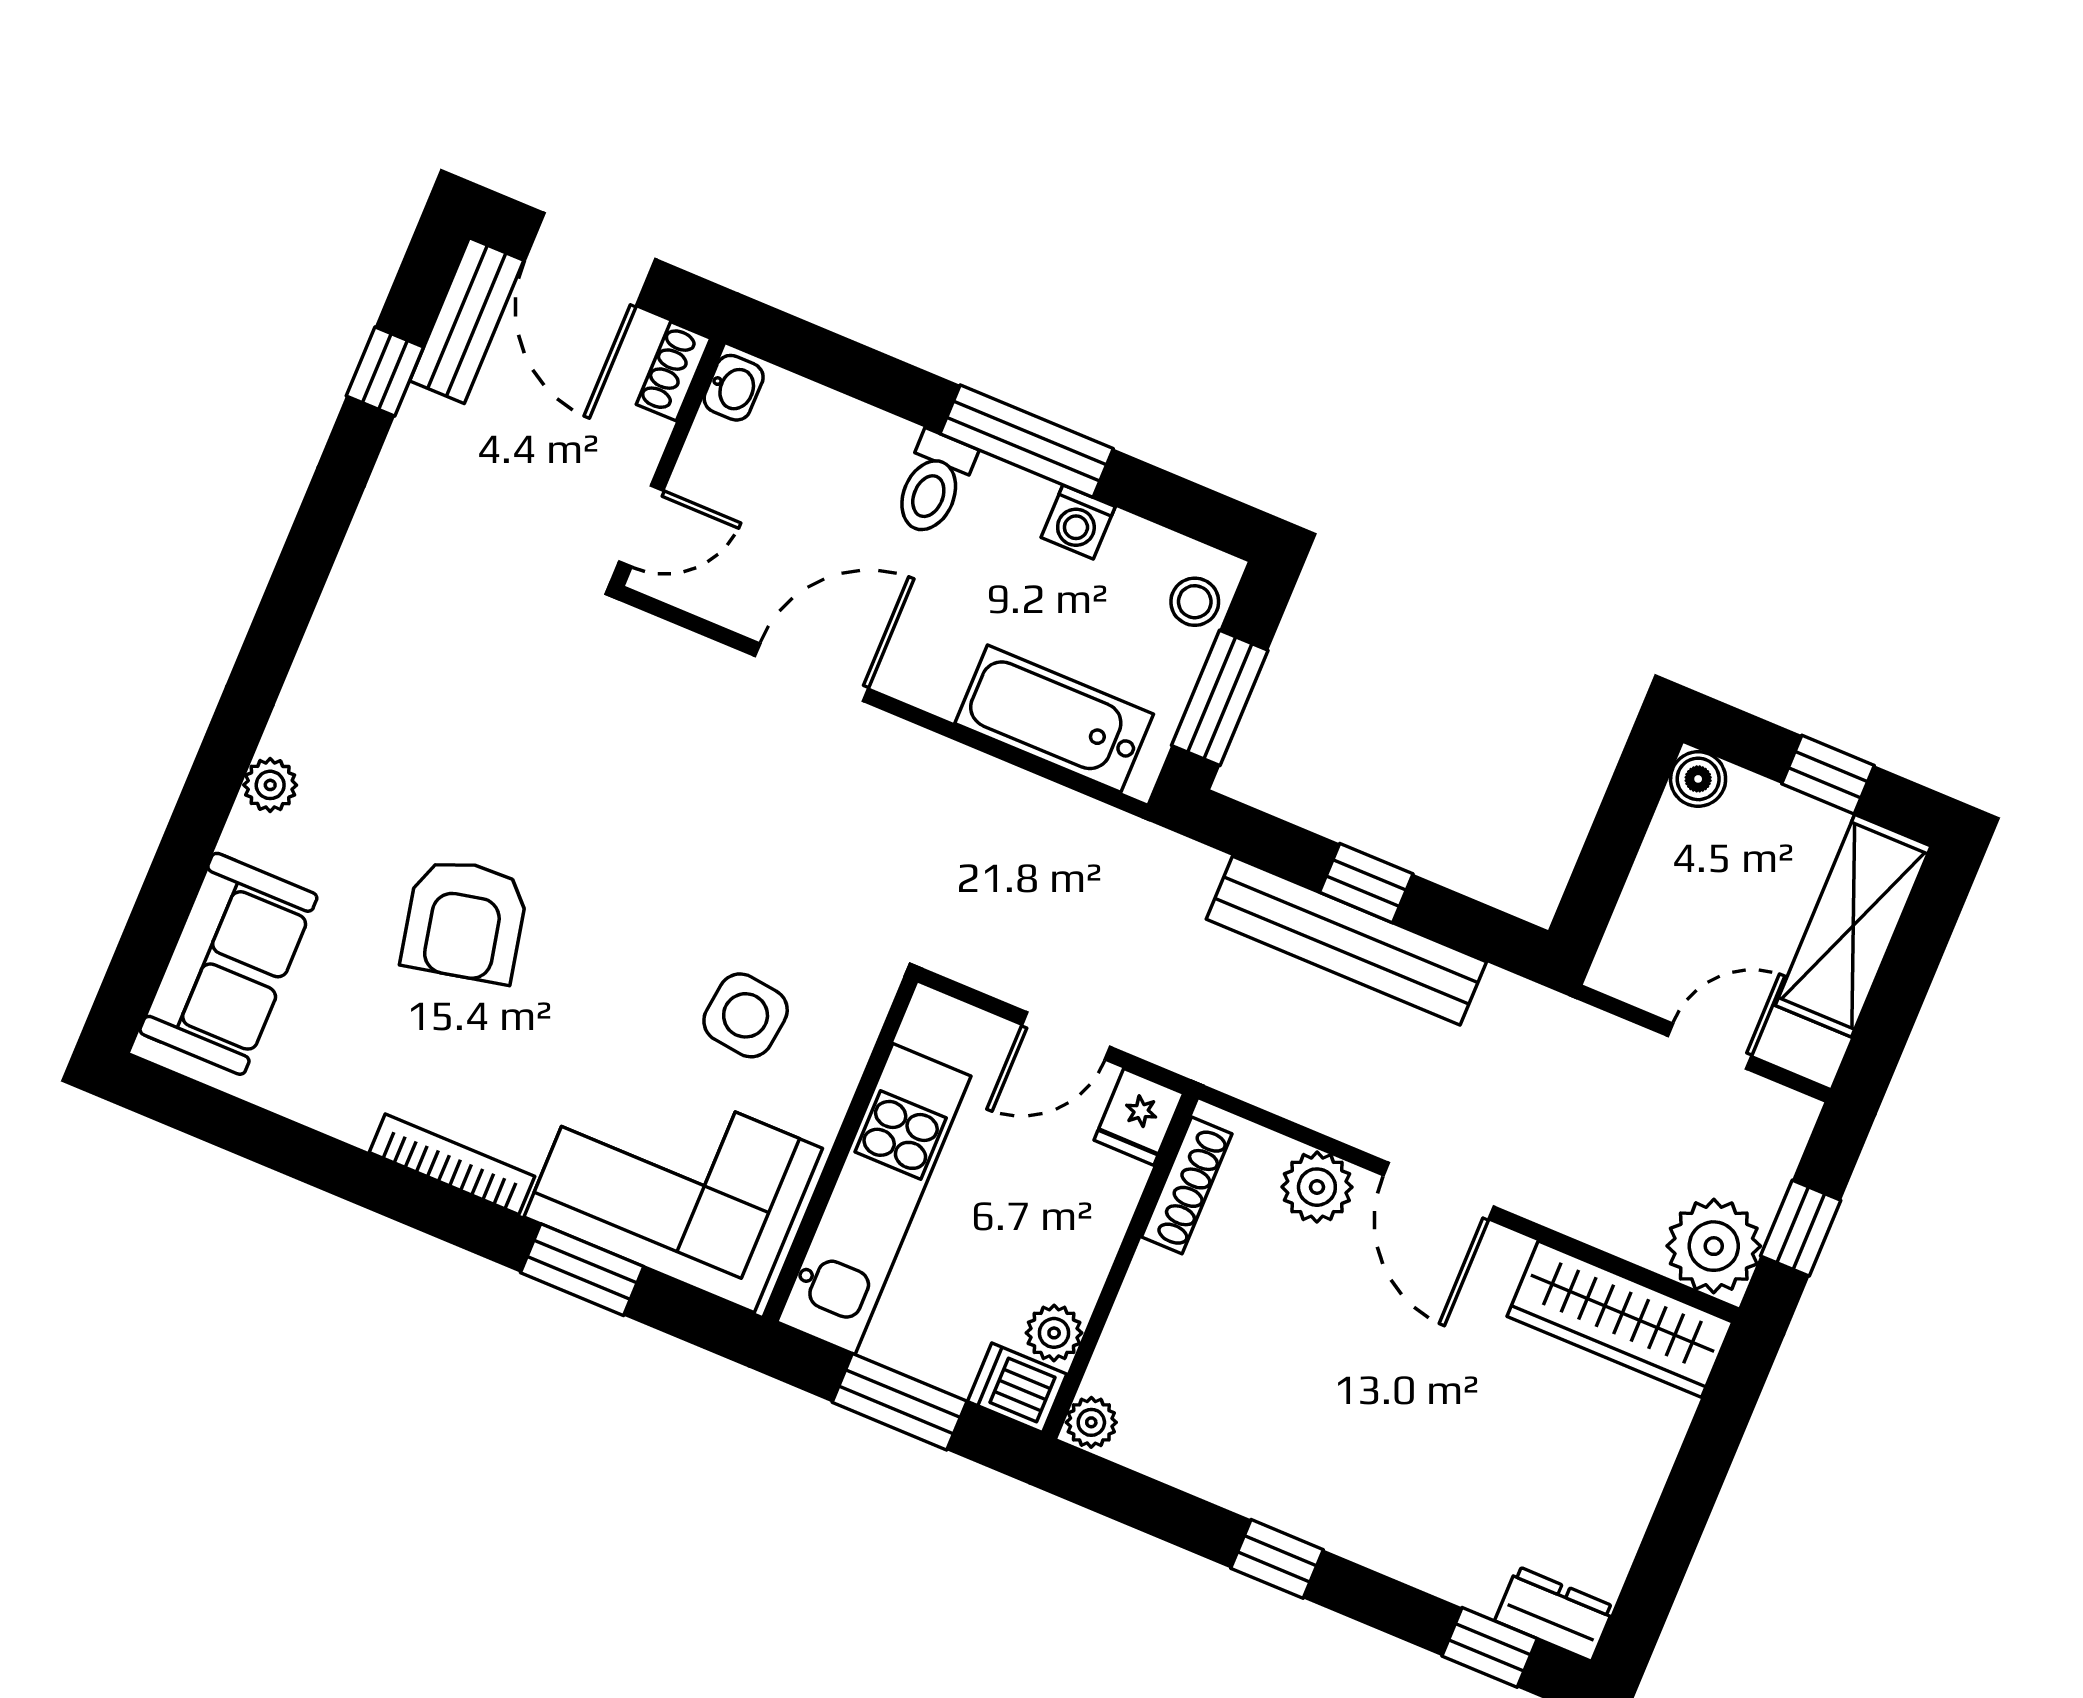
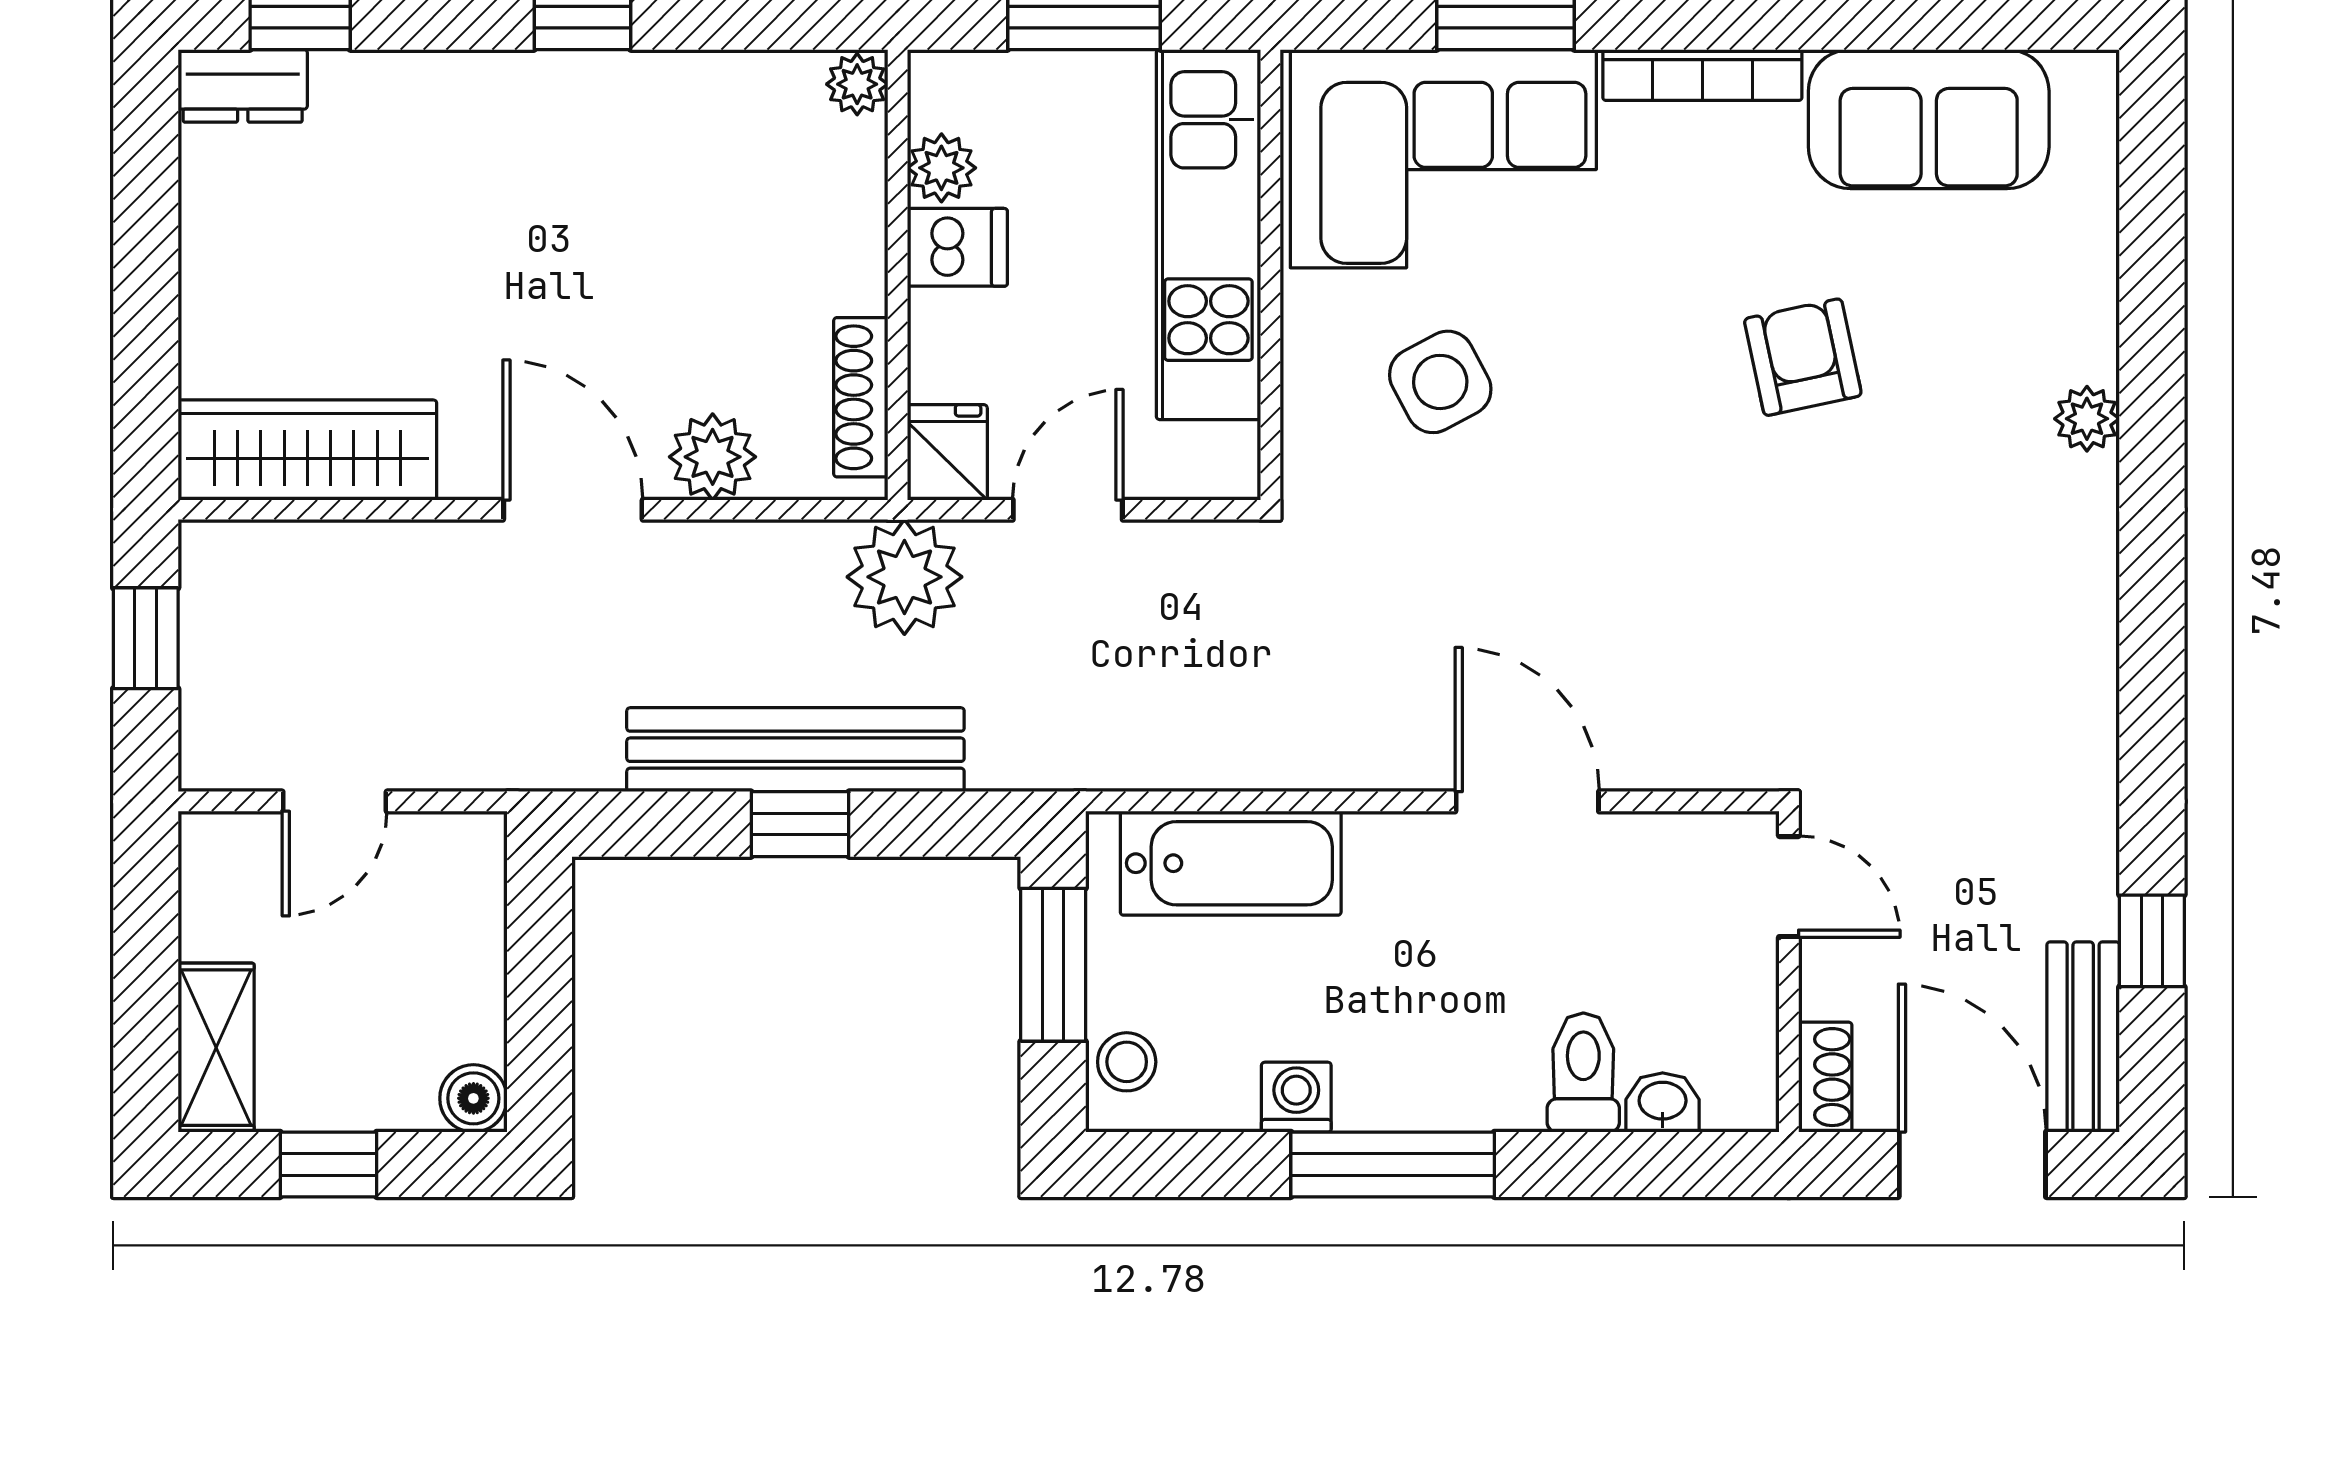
washbasin: (734, 388) -> (1663, 1102), moved, turned 90
toilet: (934, 484) -> (1583, 1072), moved
door: (641, 526) -> (1789, 887), swing flipped
door: (812, 672) -> (1527, 801), swing flipped
armchair: (465, 920) -> (1803, 357), width x0.72, depth x0.72
shelving: (1853, 926) -> (216, 1048), width x0.67, depth x0.75
sofa: (228, 964) -> (1929, 119), moved, turned -90
side table: (746, 1015) -> (1440, 382), turned -35
plant: (1714, 1246) -> (904, 577), moved
dishwasher: (1017, 1388) -> (957, 247), moved

